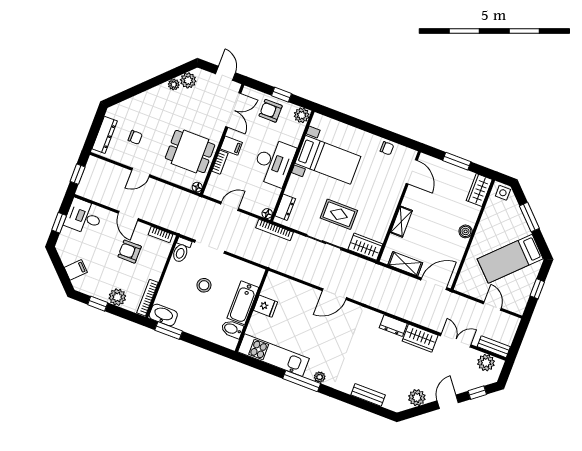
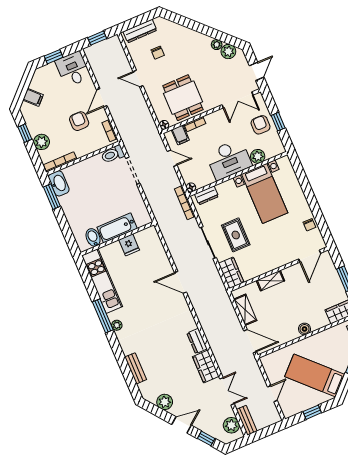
plant: (302, 115) -> (258, 156), moved
filing cabinet: (231, 146) -> (180, 135), moved
stool: (204, 285) -> (104, 191), removed

